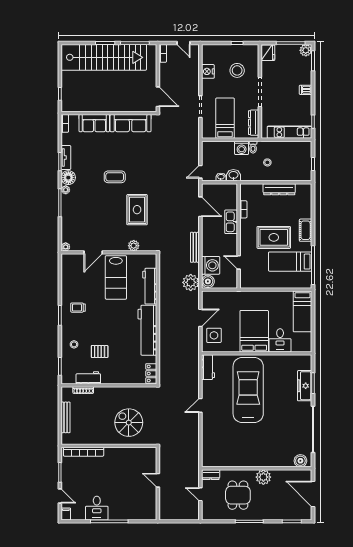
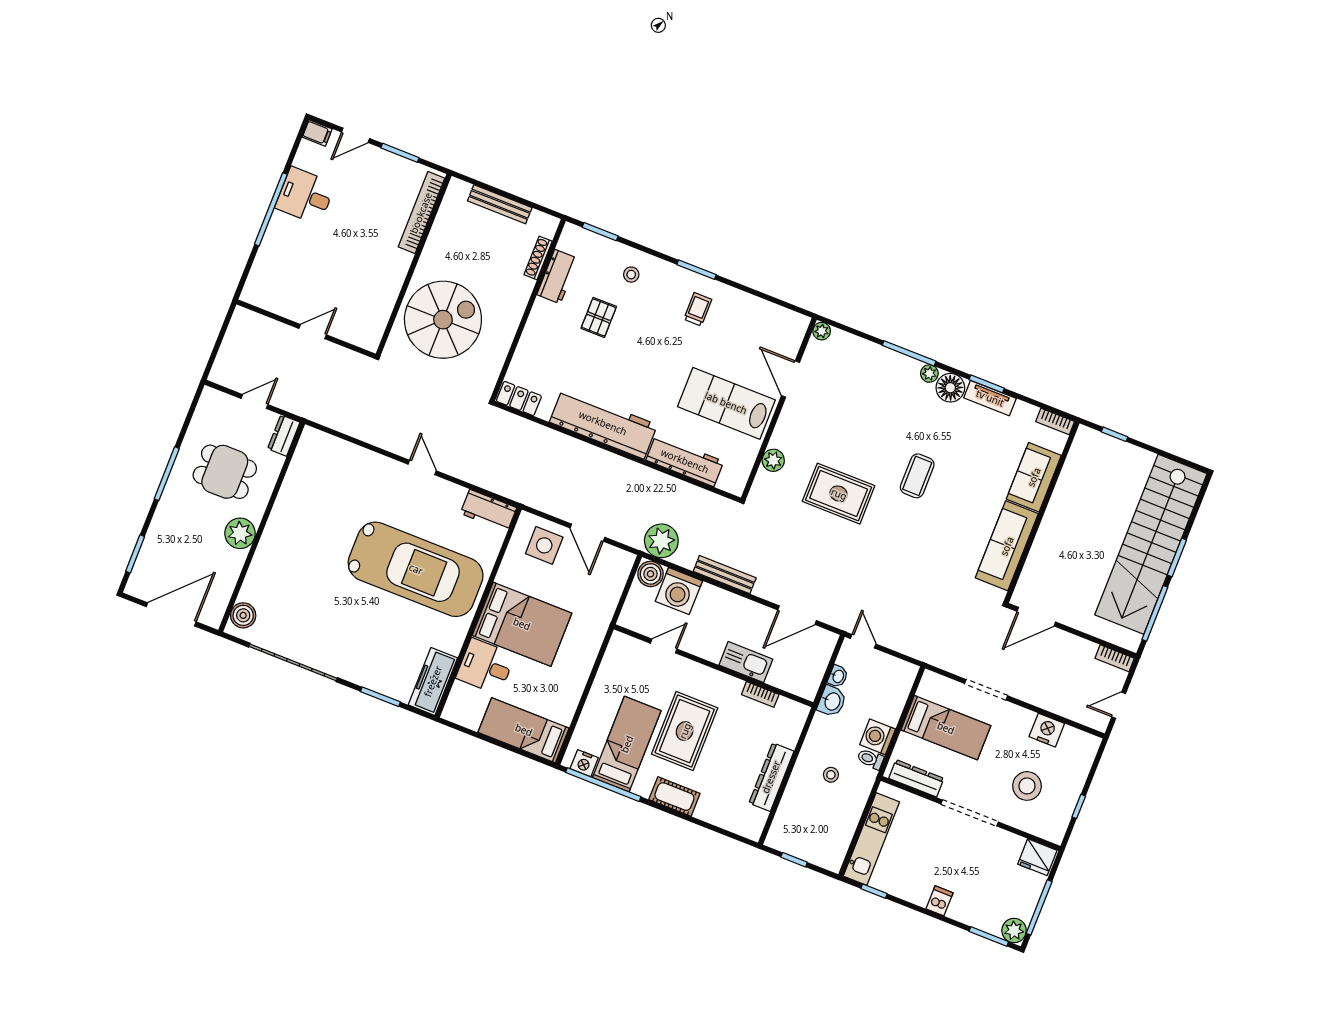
nightstand: (307, 278) -> (584, 763), added
freezer: (305, 386) -> (433, 681), moved, turned -90
spiral stairs: (129, 423) -> (443, 320), width x1.37, depth x1.37

